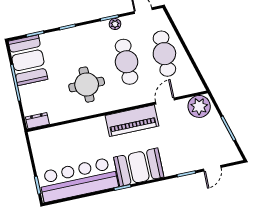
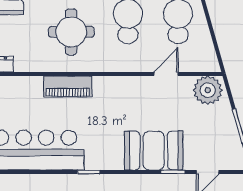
piano: (132, 121) -> (68, 86), moved, width x0.73, depth x0.75
booth: (139, 167) -> (154, 151), moved

